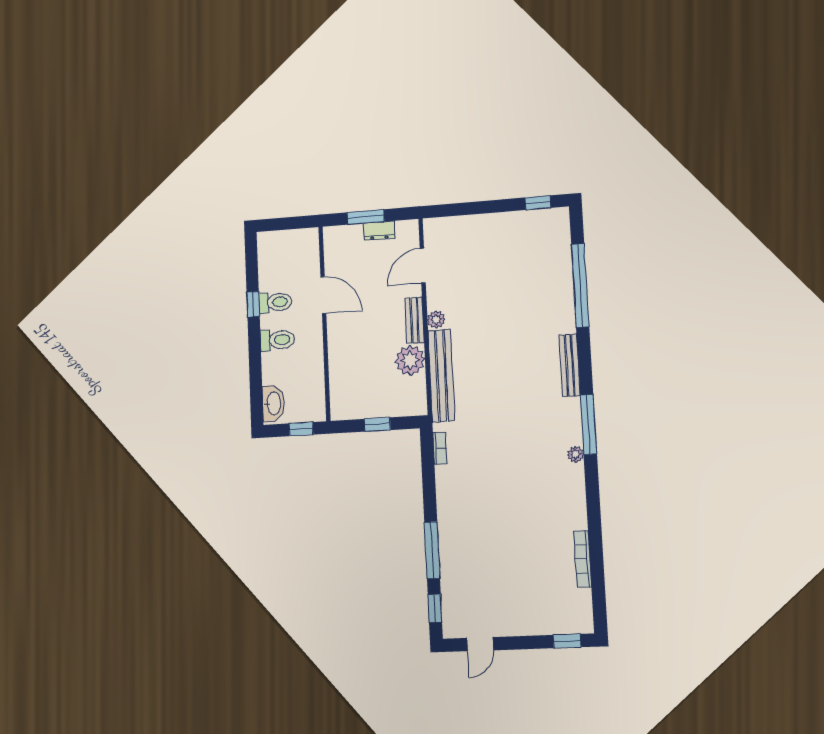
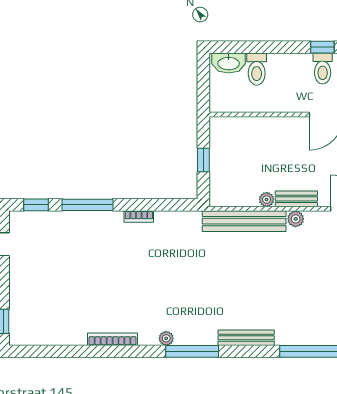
toilet: (277, 340) -> (257, 69), moved
plant: (410, 360) -> (267, 199), width x0.53, depth x0.53
window: (301, 429) -> (203, 88), removed
bookcase: (440, 448) -> (139, 217), moved
bookcase: (583, 559) -> (113, 339), moved

